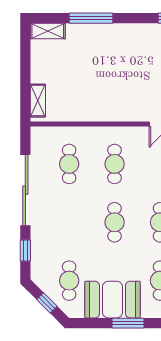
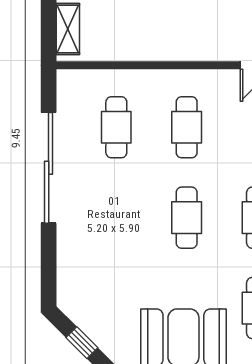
window: (25, 251) -> (49, 261), removed
cafe table: (69, 281) -> (116, 308), removed

